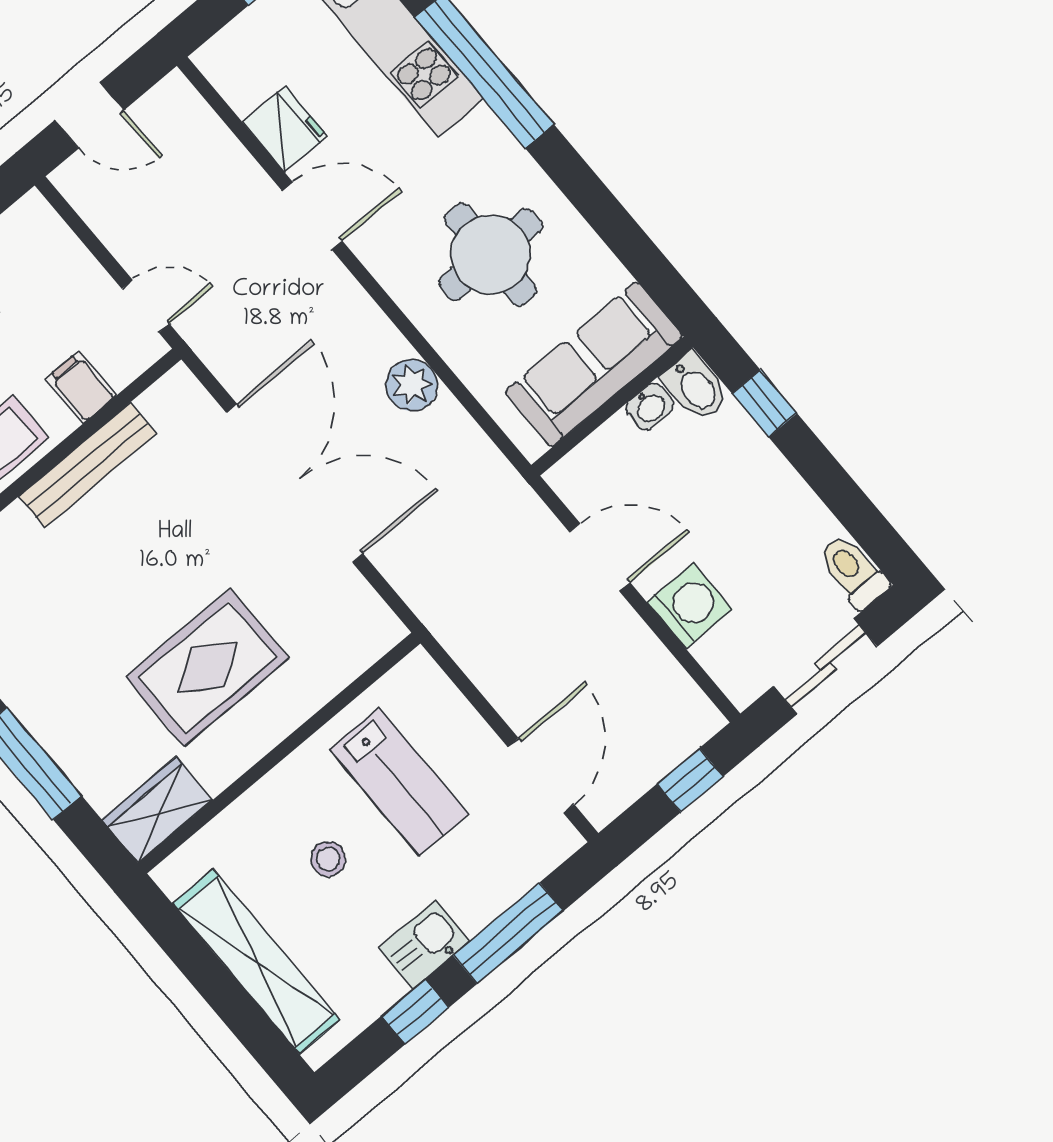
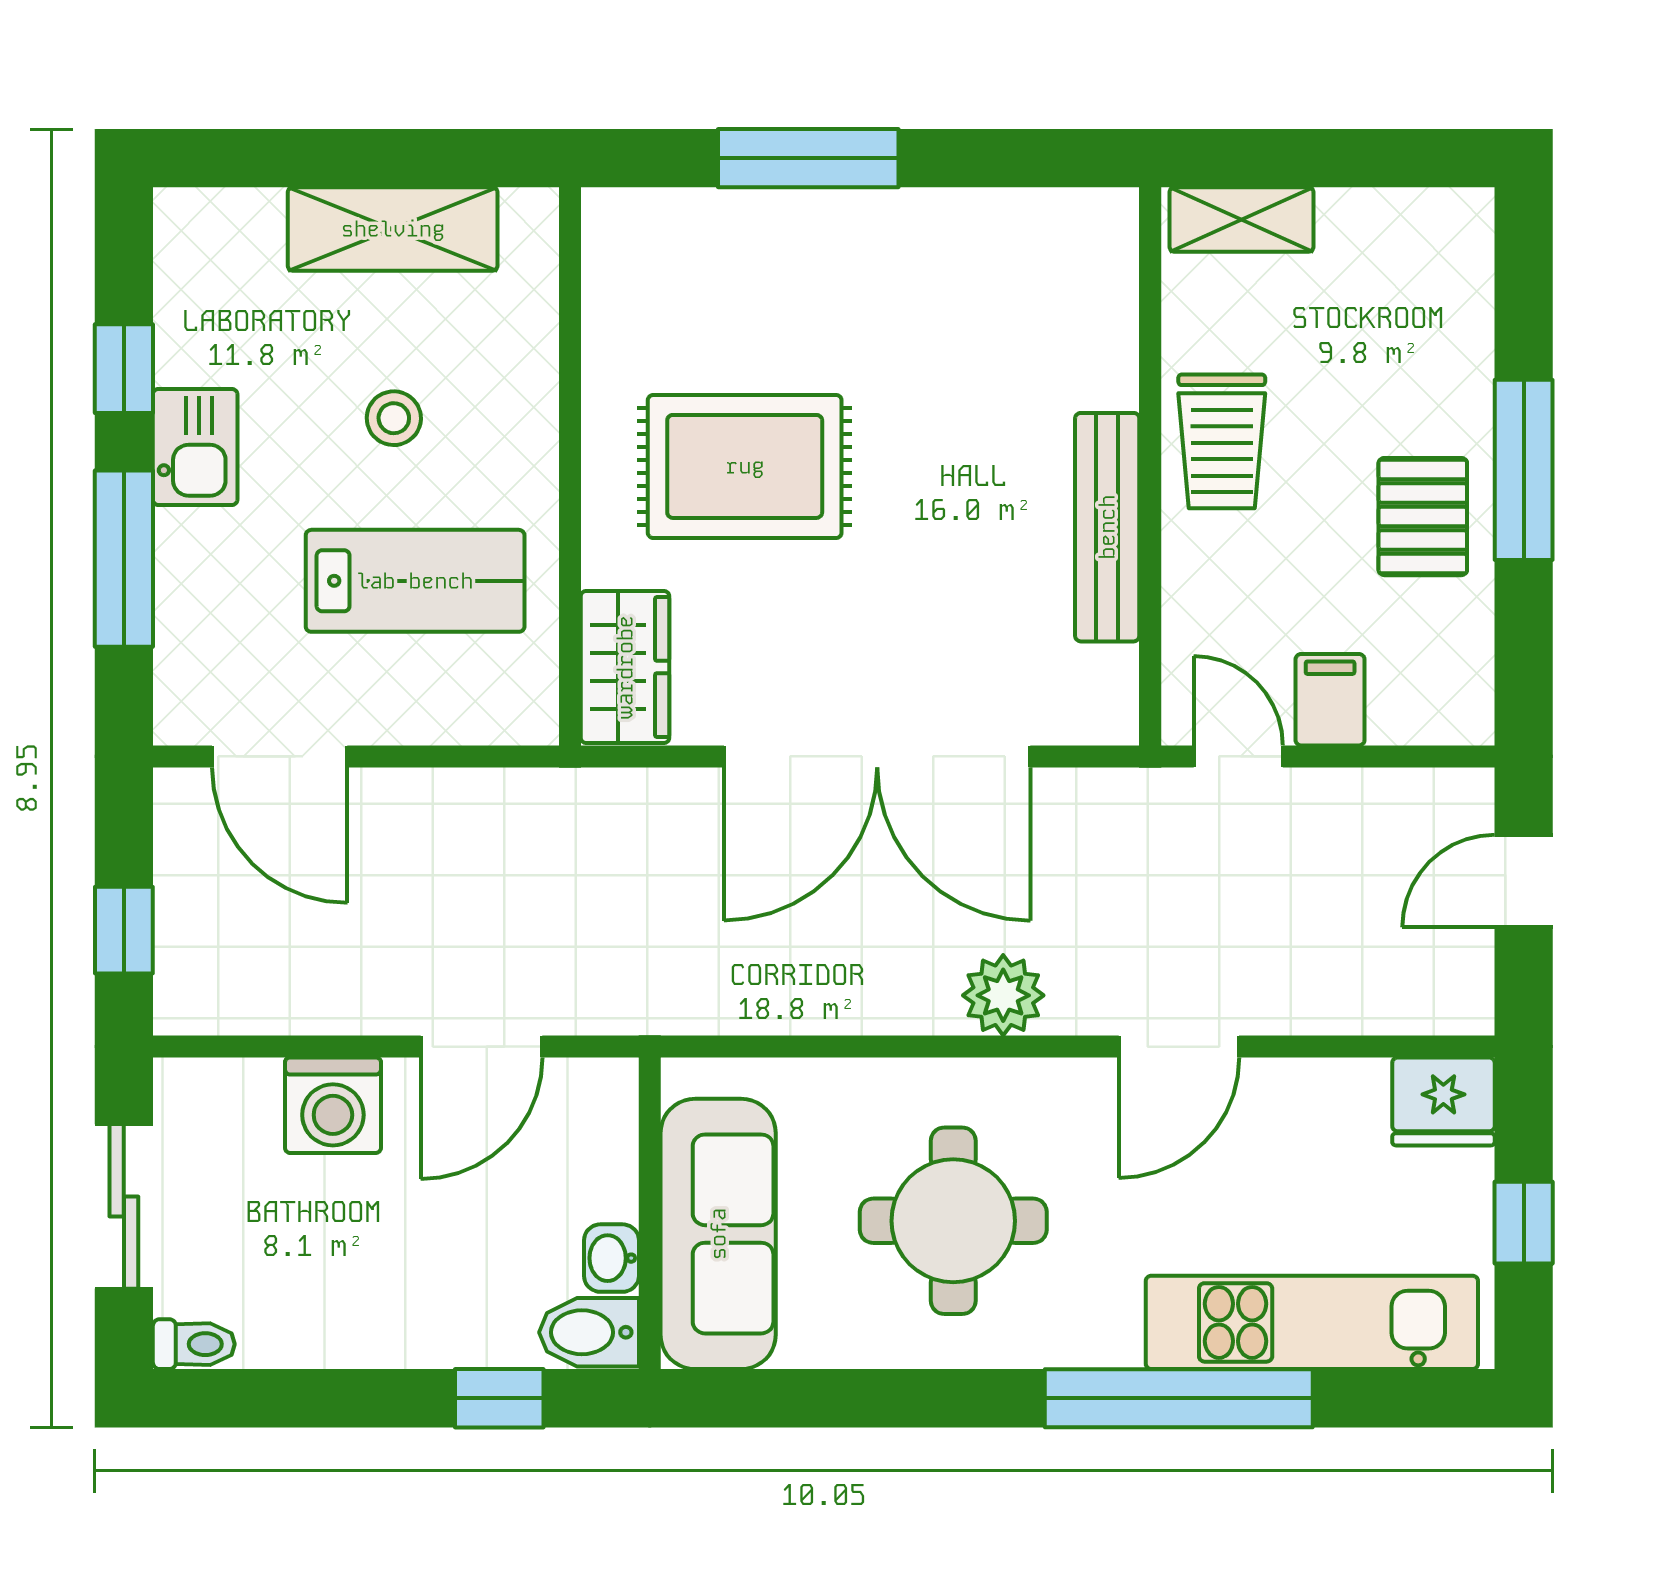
fridge: (285, 129) -> (1443, 1101), moved
door: (146, 306) -> (1238, 756), swing flipped
plant: (412, 385) -> (1003, 995), moved
filing cabinet: (81, 387) -> (1330, 700), moved, turned -90
toilet: (853, 571) -> (194, 1344), width x0.73, depth x0.72
rug: (207, 667) -> (745, 466), turned 90
lab bench: (399, 782) -> (415, 581), turned 180
wardrobe: (157, 810) -> (625, 667), moved
shelving: (256, 962) -> (393, 229), width x0.68

